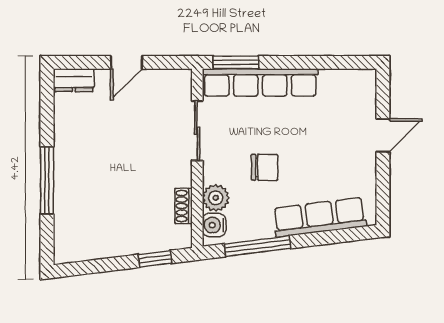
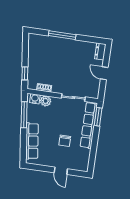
chair: (265, 167) -> (65, 141), moved

